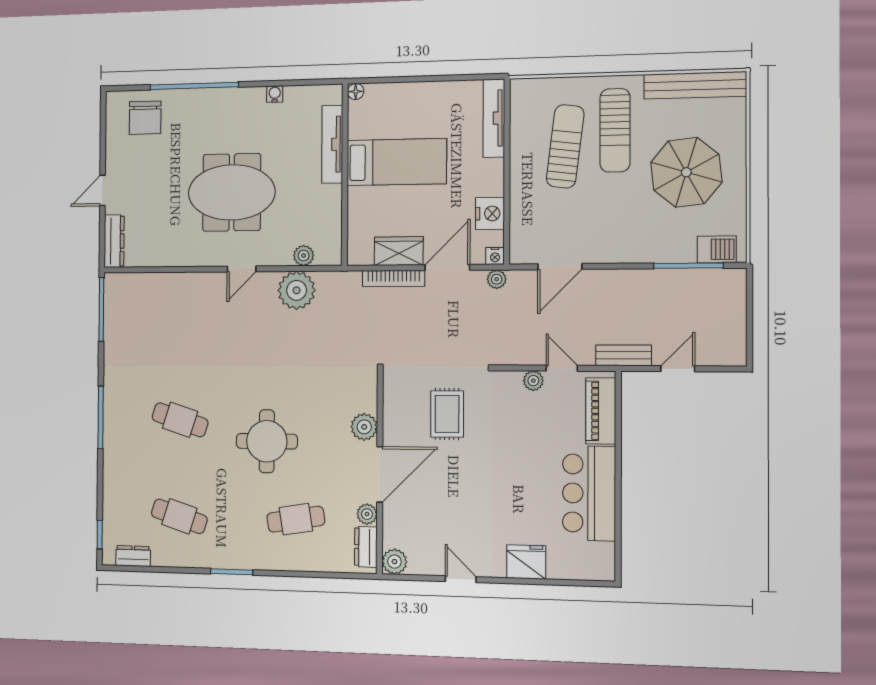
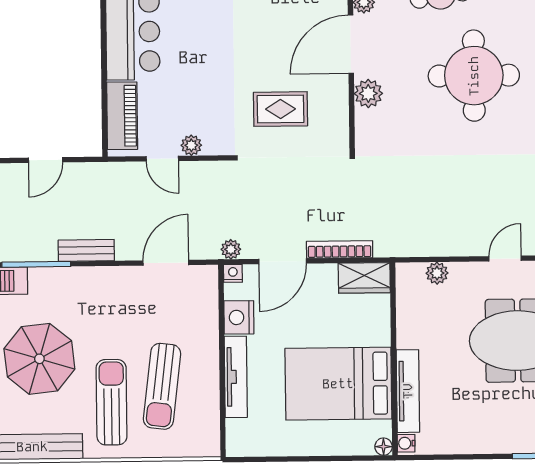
water cooler: (275, 94) -> (406, 443), moved, turned 90
tv unit: (494, 118) -> (236, 377), moved
bed: (397, 162) -> (338, 384), width x1.50
wardrobe: (399, 251) -> (364, 278), moved
plant: (297, 290) -> (444, 236), removed
bench: (624, 355) -> (86, 250), moved
rug: (447, 414) -> (280, 109), turned 90
round table: (267, 441) -> (474, 76), width x1.36, depth x1.36

